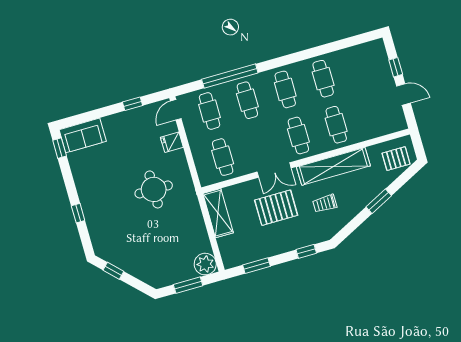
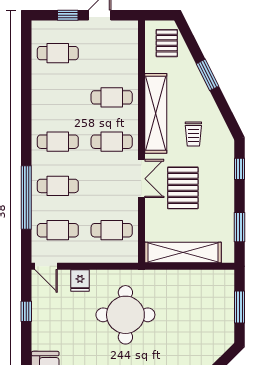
cafe table: (323, 79) -> (58, 53), moved
round table: (154, 189) -> (125, 315), width x1.36, depth x1.36
shelving: (218, 213) -> (183, 252), width x1.47
plant: (205, 264) -> (222, 282), removed

